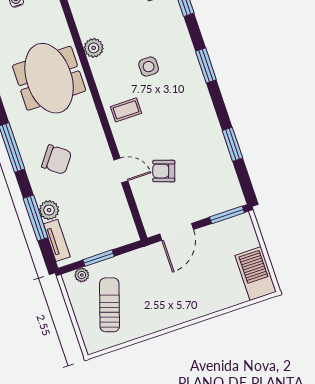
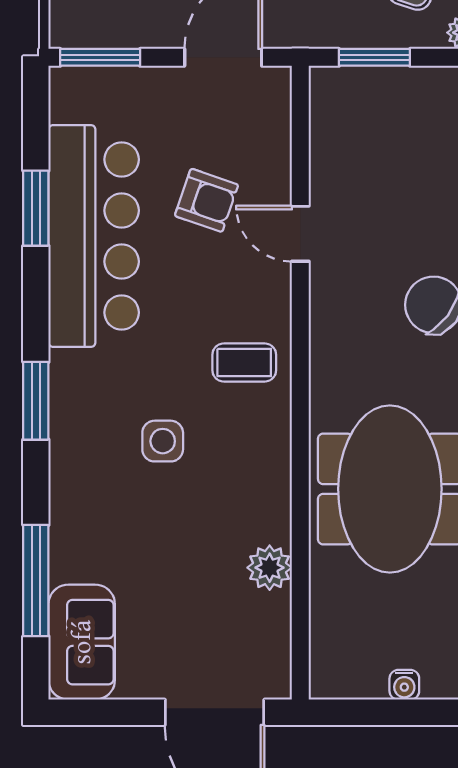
plant: (94, 48) -> (270, 568), moved
bar counter: (205, 141) -> (94, 236), added
window: (99, 258) -> (374, 57), moved

